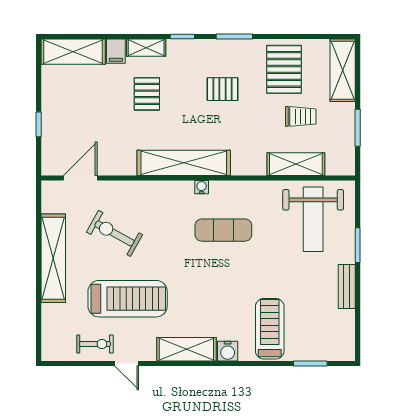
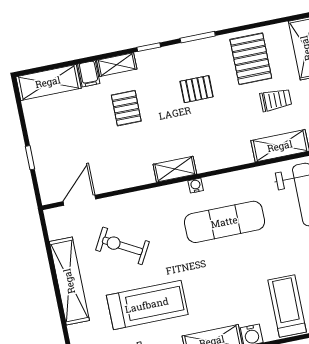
shelving: (184, 163) -> (175, 169), width x0.45, depth x0.75
exercise mat: (223, 230) -> (224, 222), width x1.36, depth x1.45

